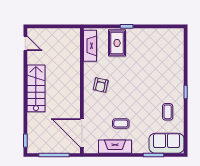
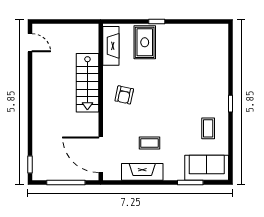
stairs: (36, 88) -> (87, 83), moved, turned 180

